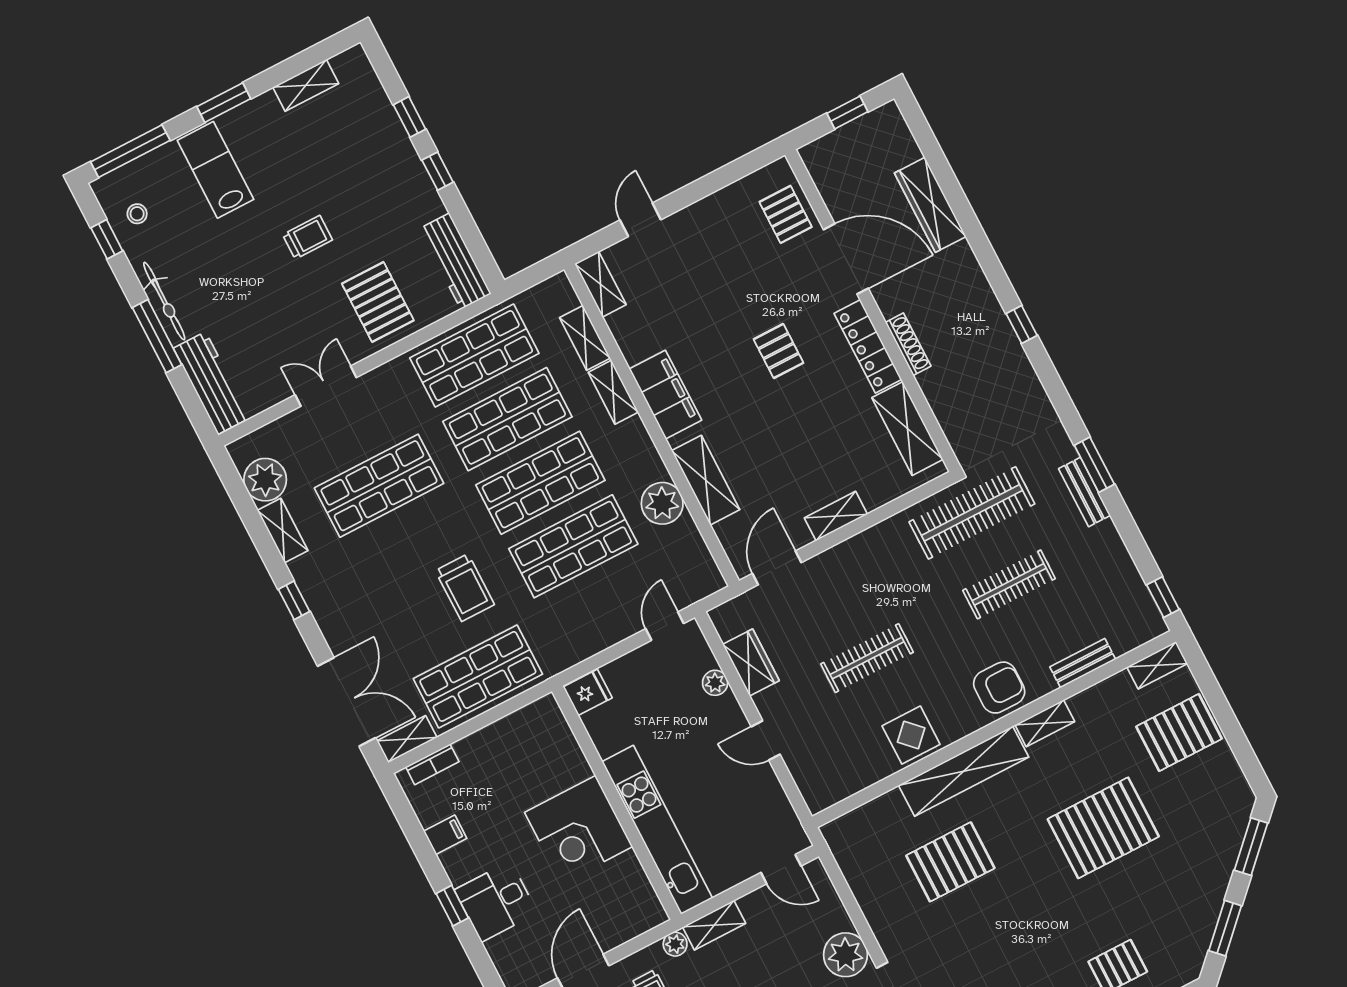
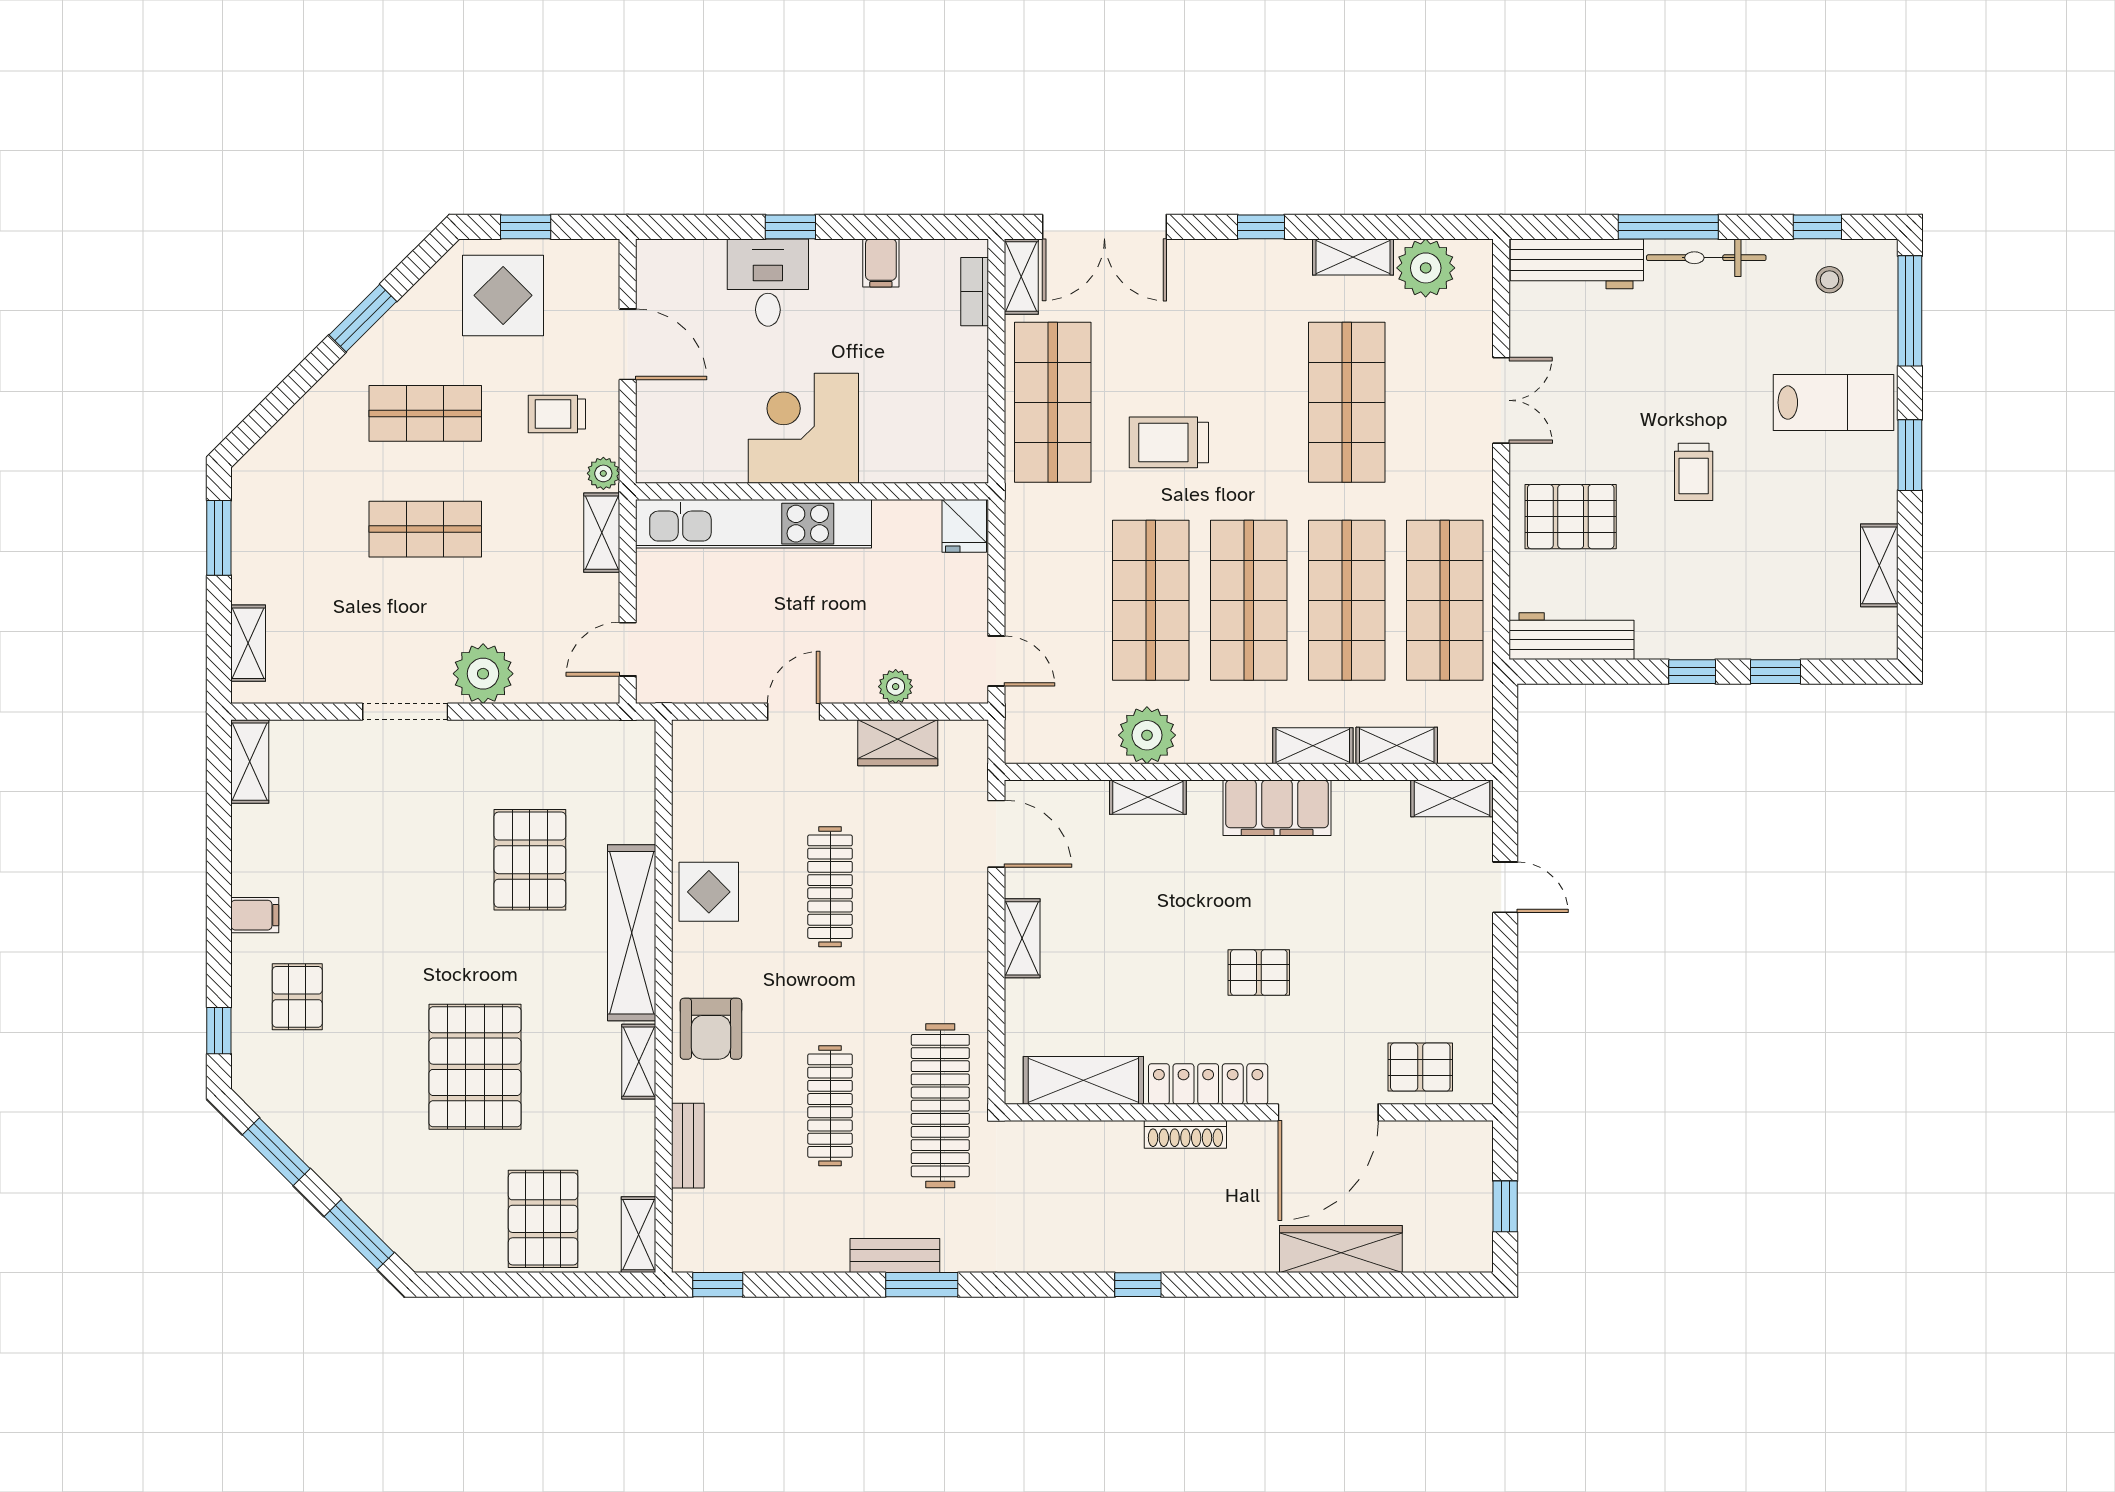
shelving: (706, 480) -> (1148, 797), width x0.67, depth x0.75

